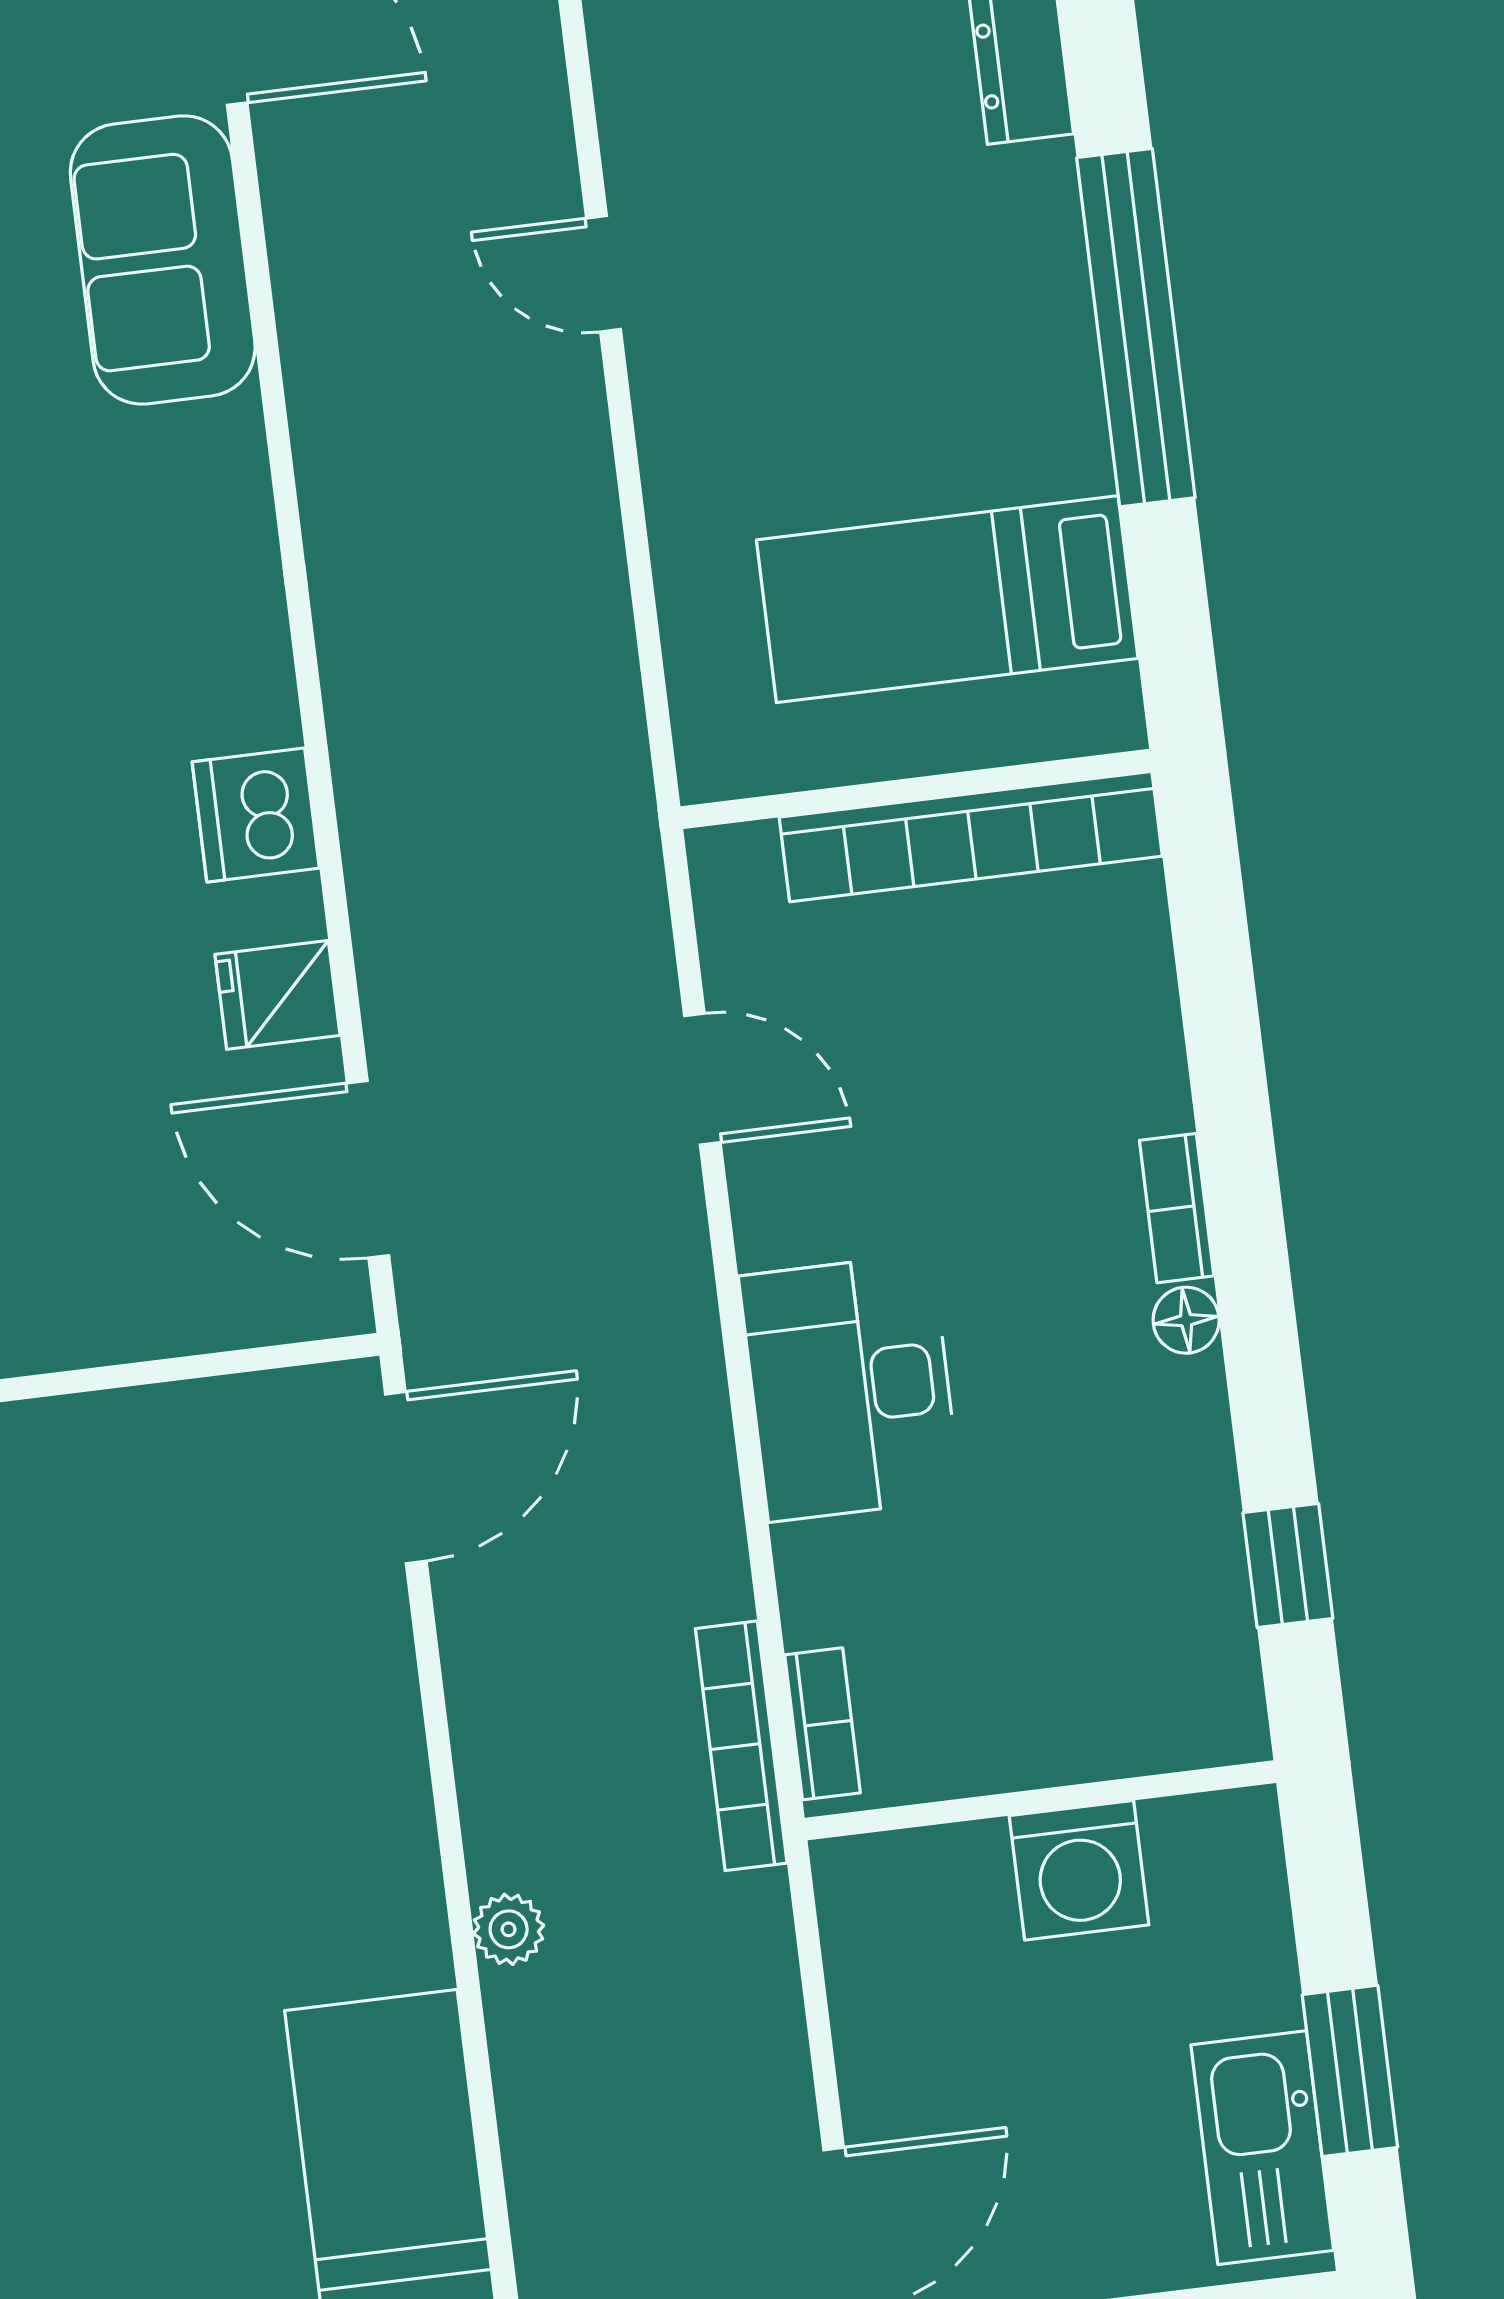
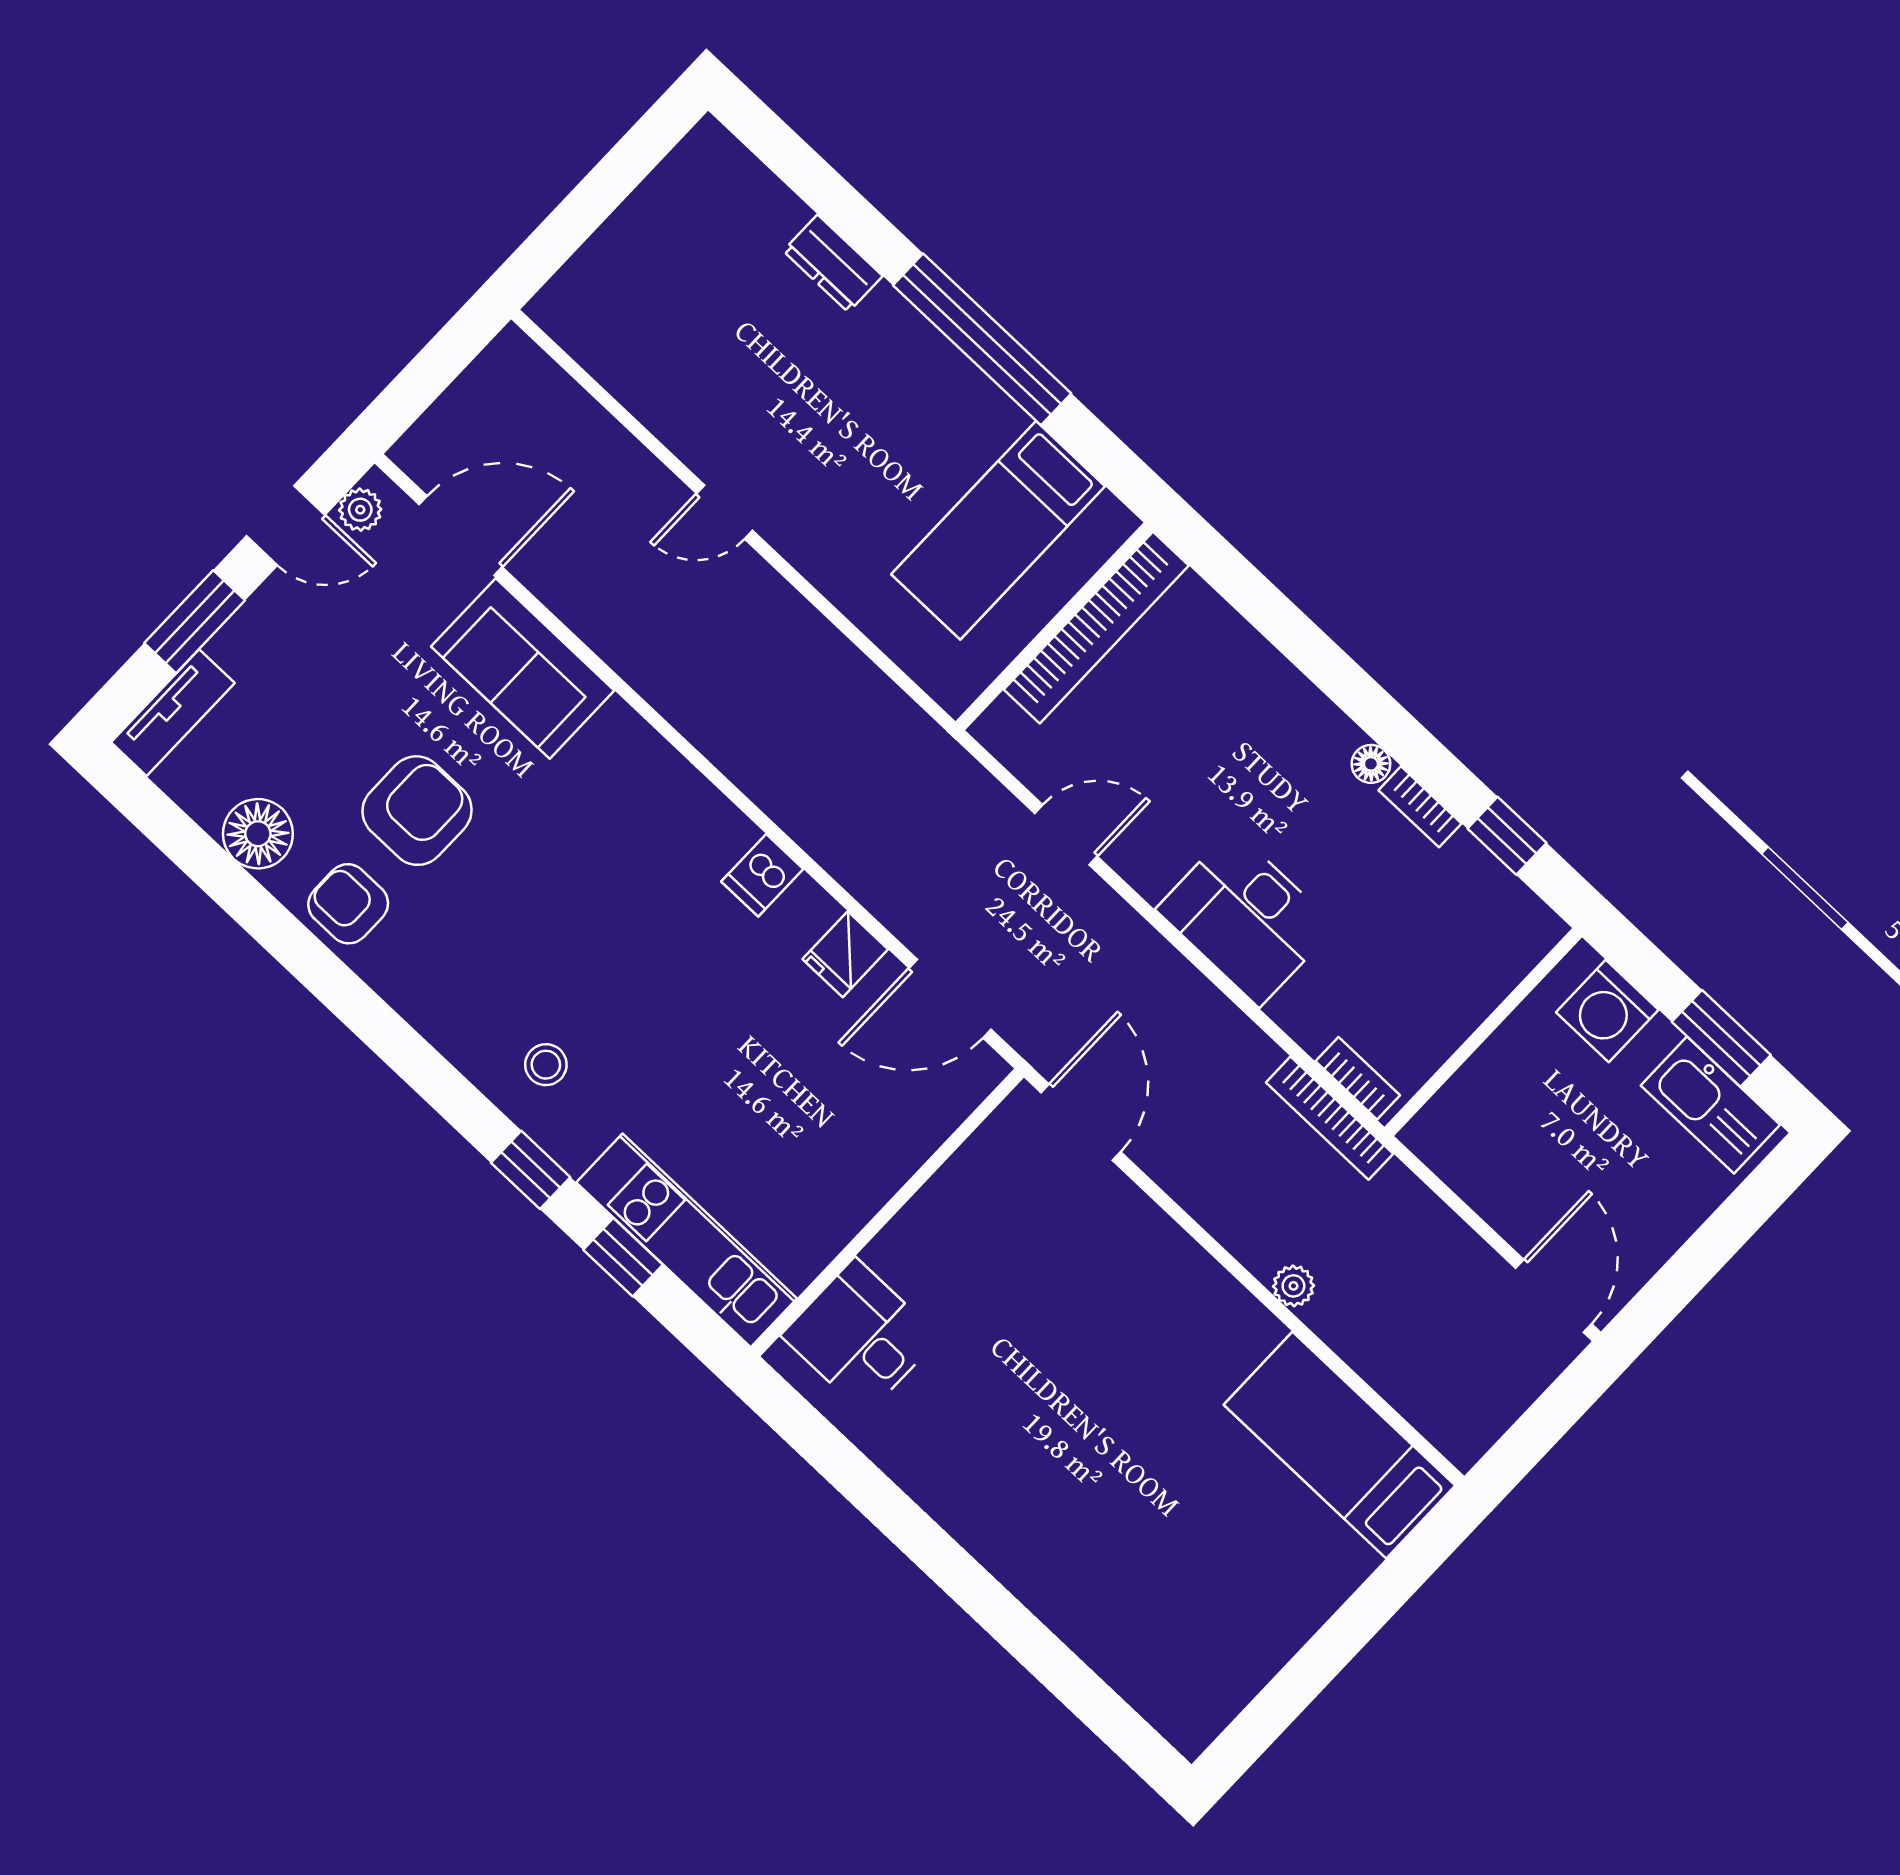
dishwasher: (256, 815) -> (762, 875), width x0.73
bookcase: (1177, 1208) -> (1420, 807), moved
washing machine: (1079, 1870) -> (1607, 1011), moved, turned 90

